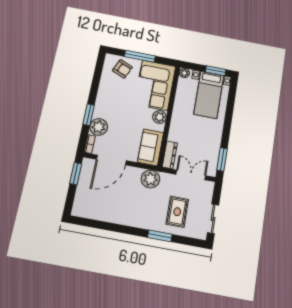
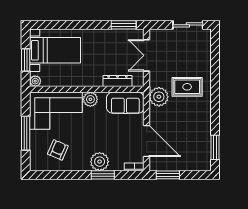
armchair: (122, 69) -> (58, 150), moved
window: (216, 71) -> (26, 60), moved
plant: (99, 127) -> (100, 162), moved
dresser: (170, 155) -> (117, 81), moved
rug: (177, 212) -> (187, 87), moved
window: (160, 236) -> (215, 147), moved

